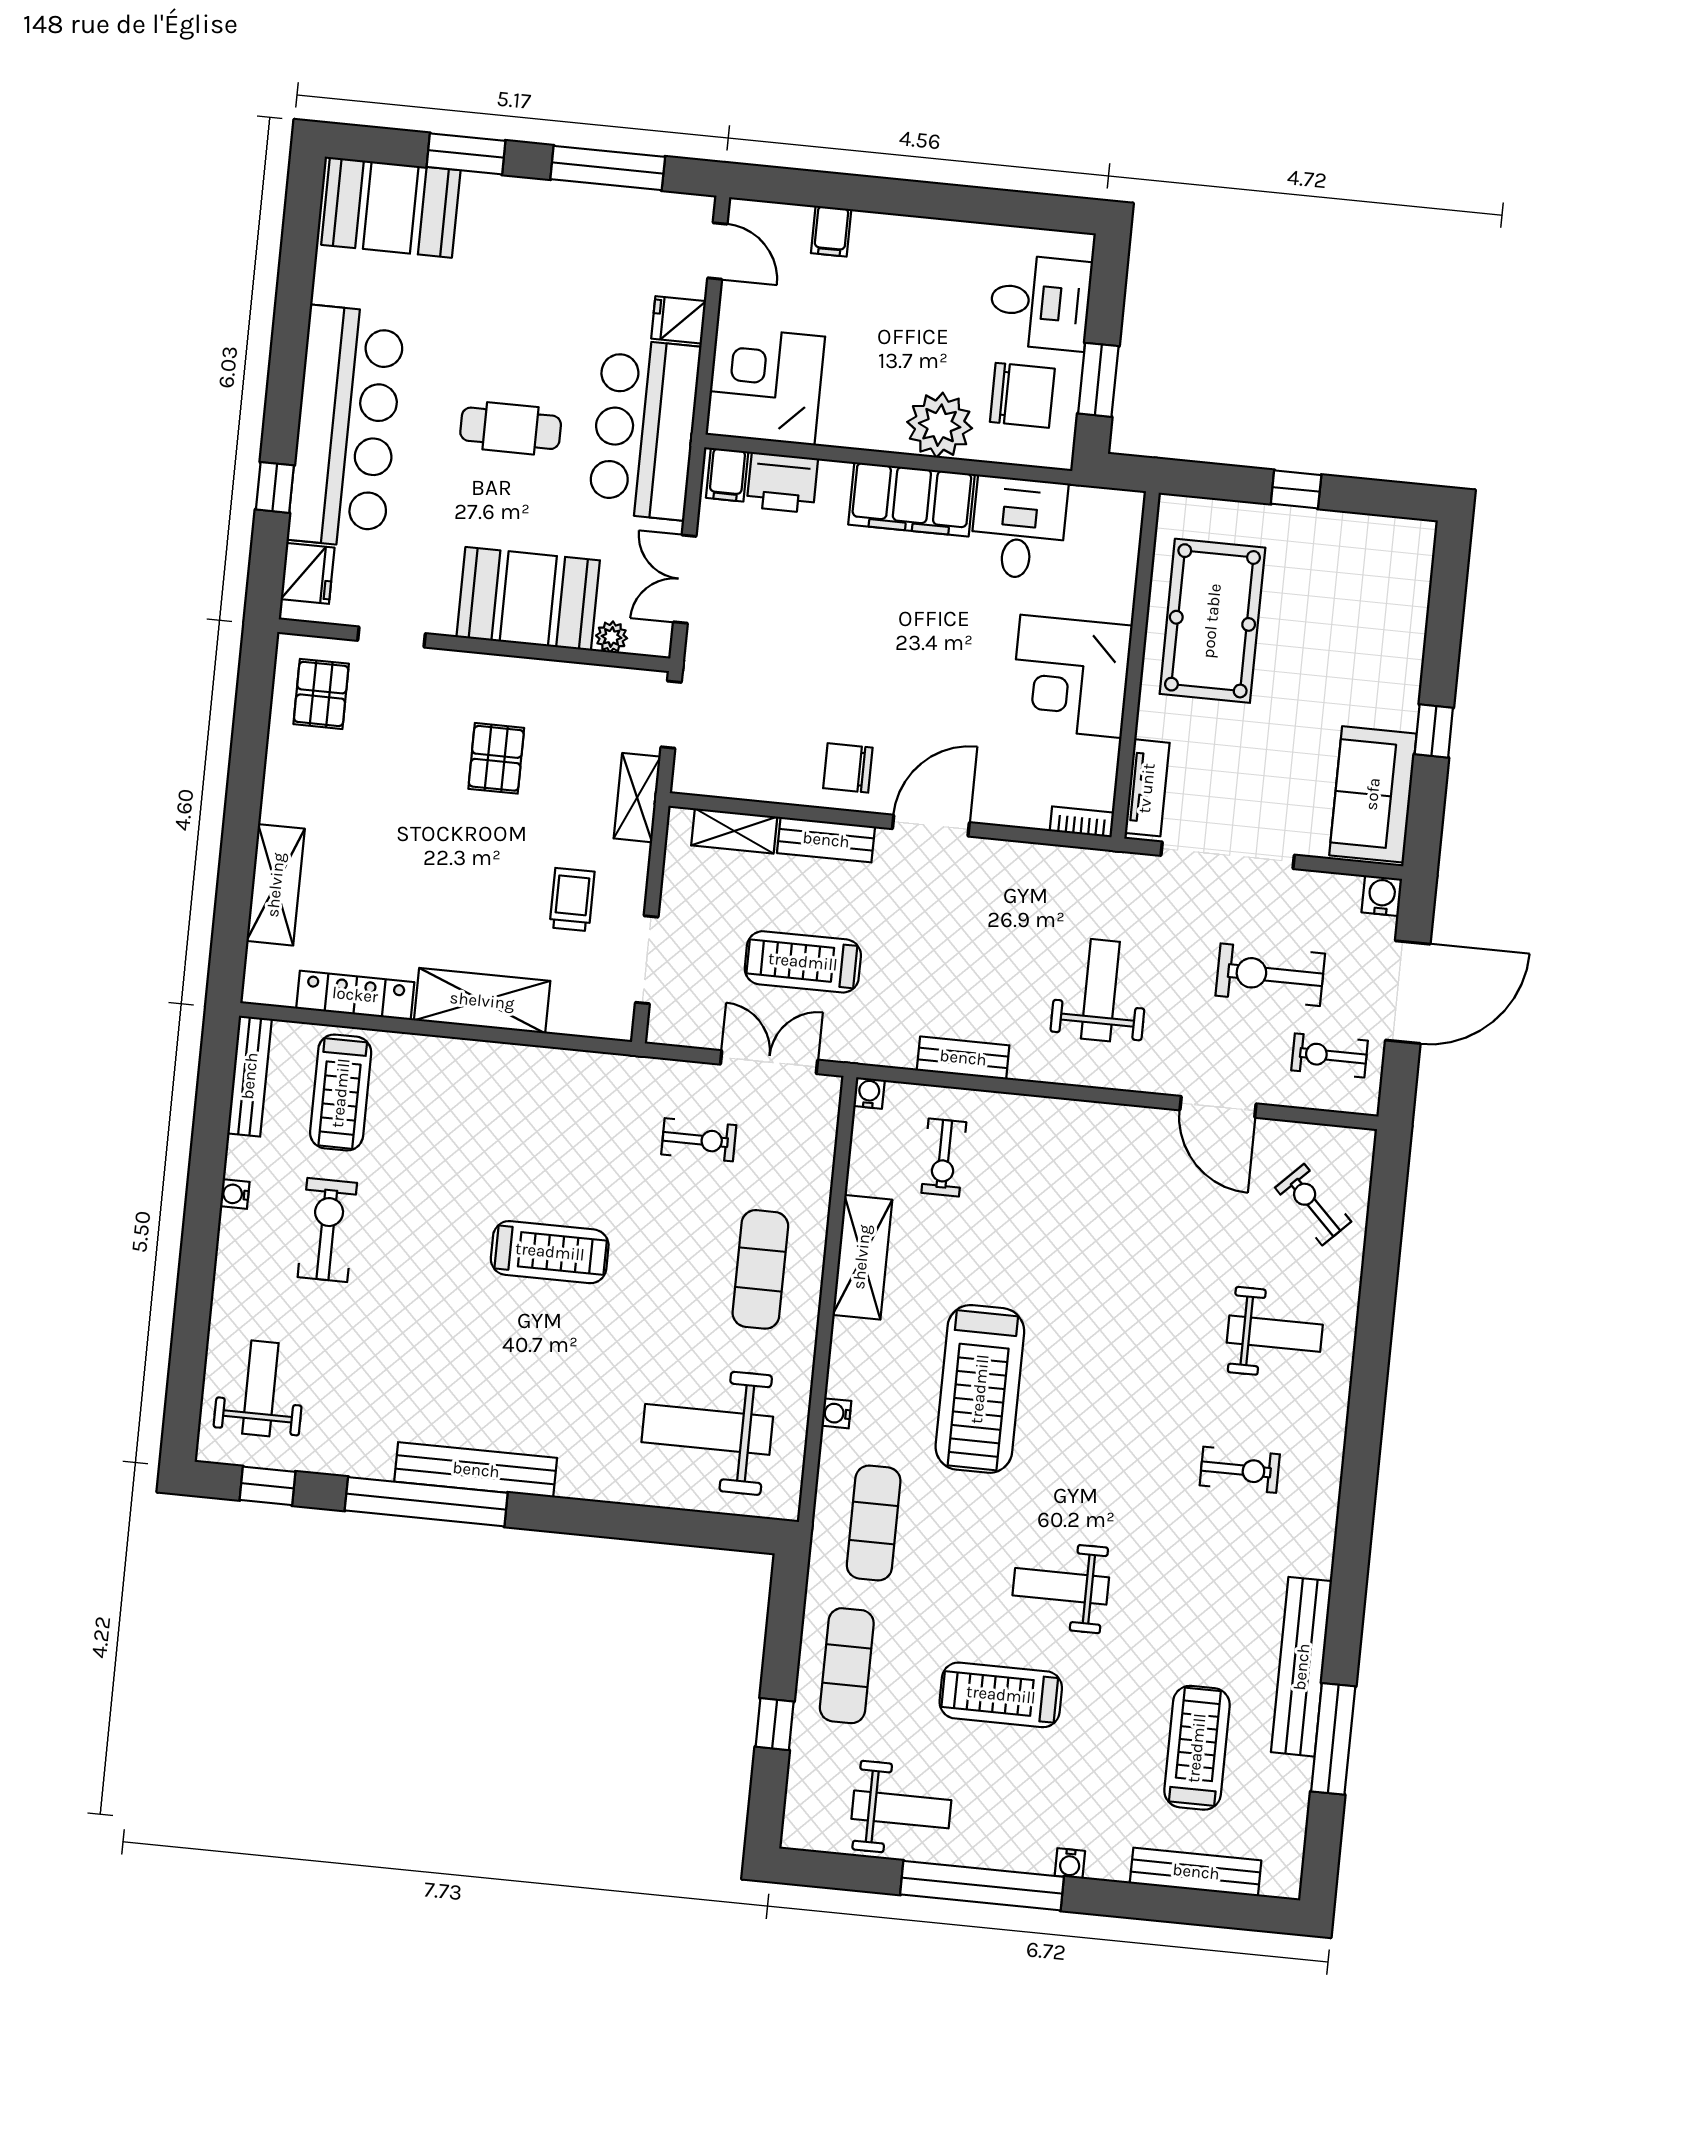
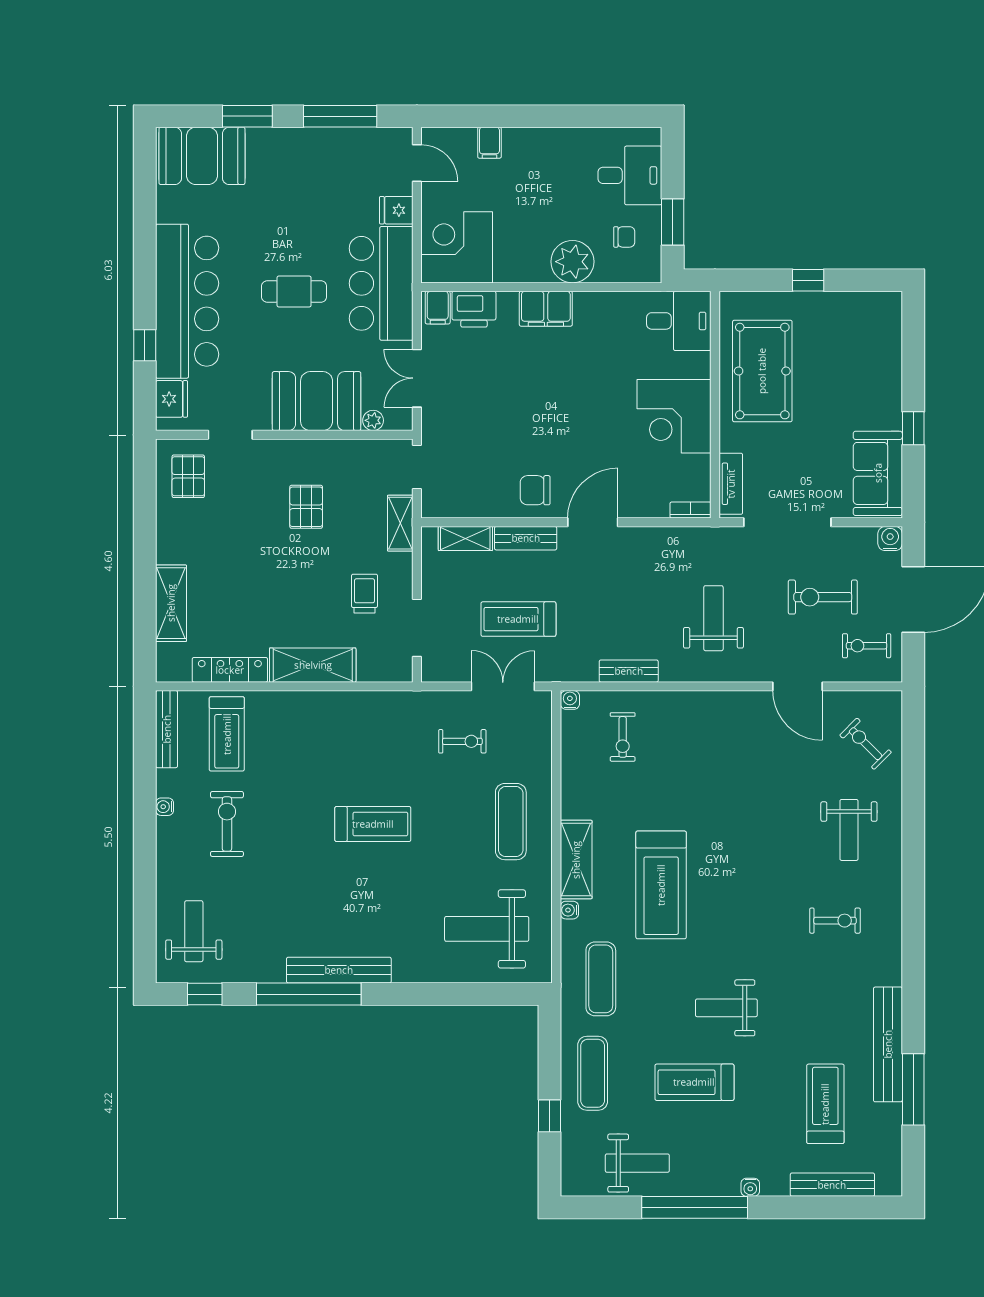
chair: (1022, 395) -> (624, 237), width x0.54, depth x0.54
filing cabinet: (911, 499) -> (546, 309), width x0.67, depth x0.86
desk: (1019, 528) -> (679, 321), moved, turned 90
shelving: (862, 1257) -> (576, 860), moved
weight bench: (1275, 1334) -> (849, 830), turned 90

